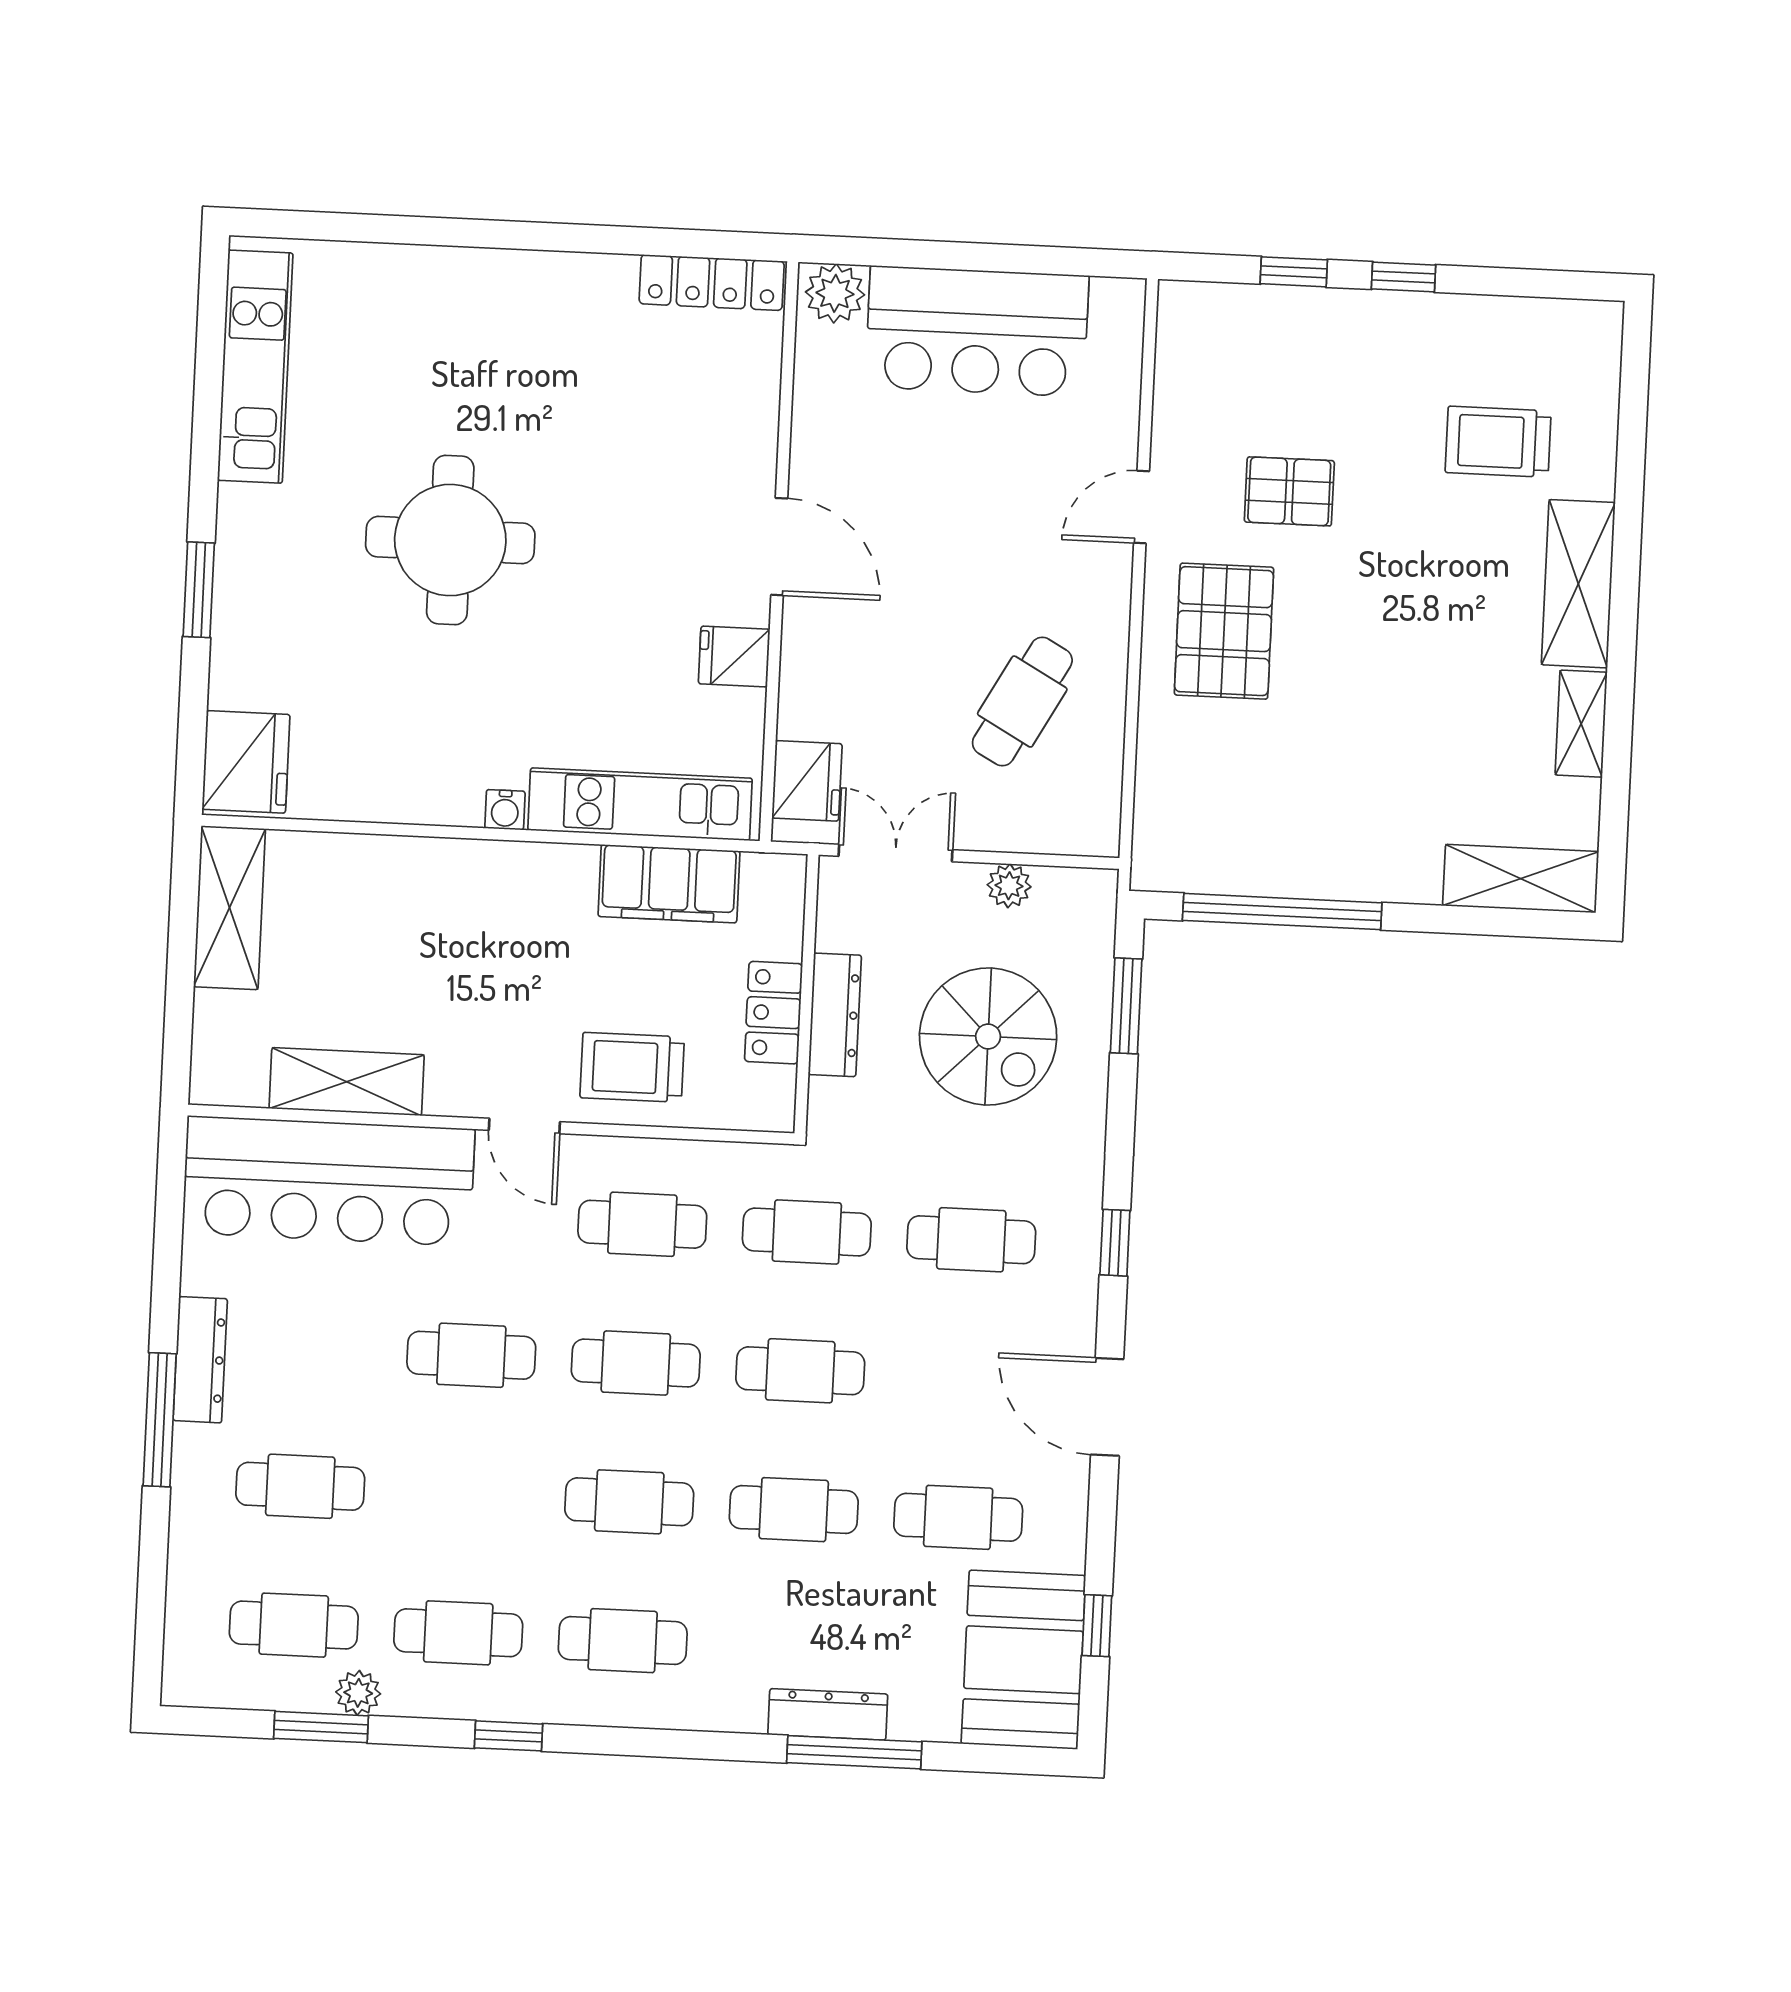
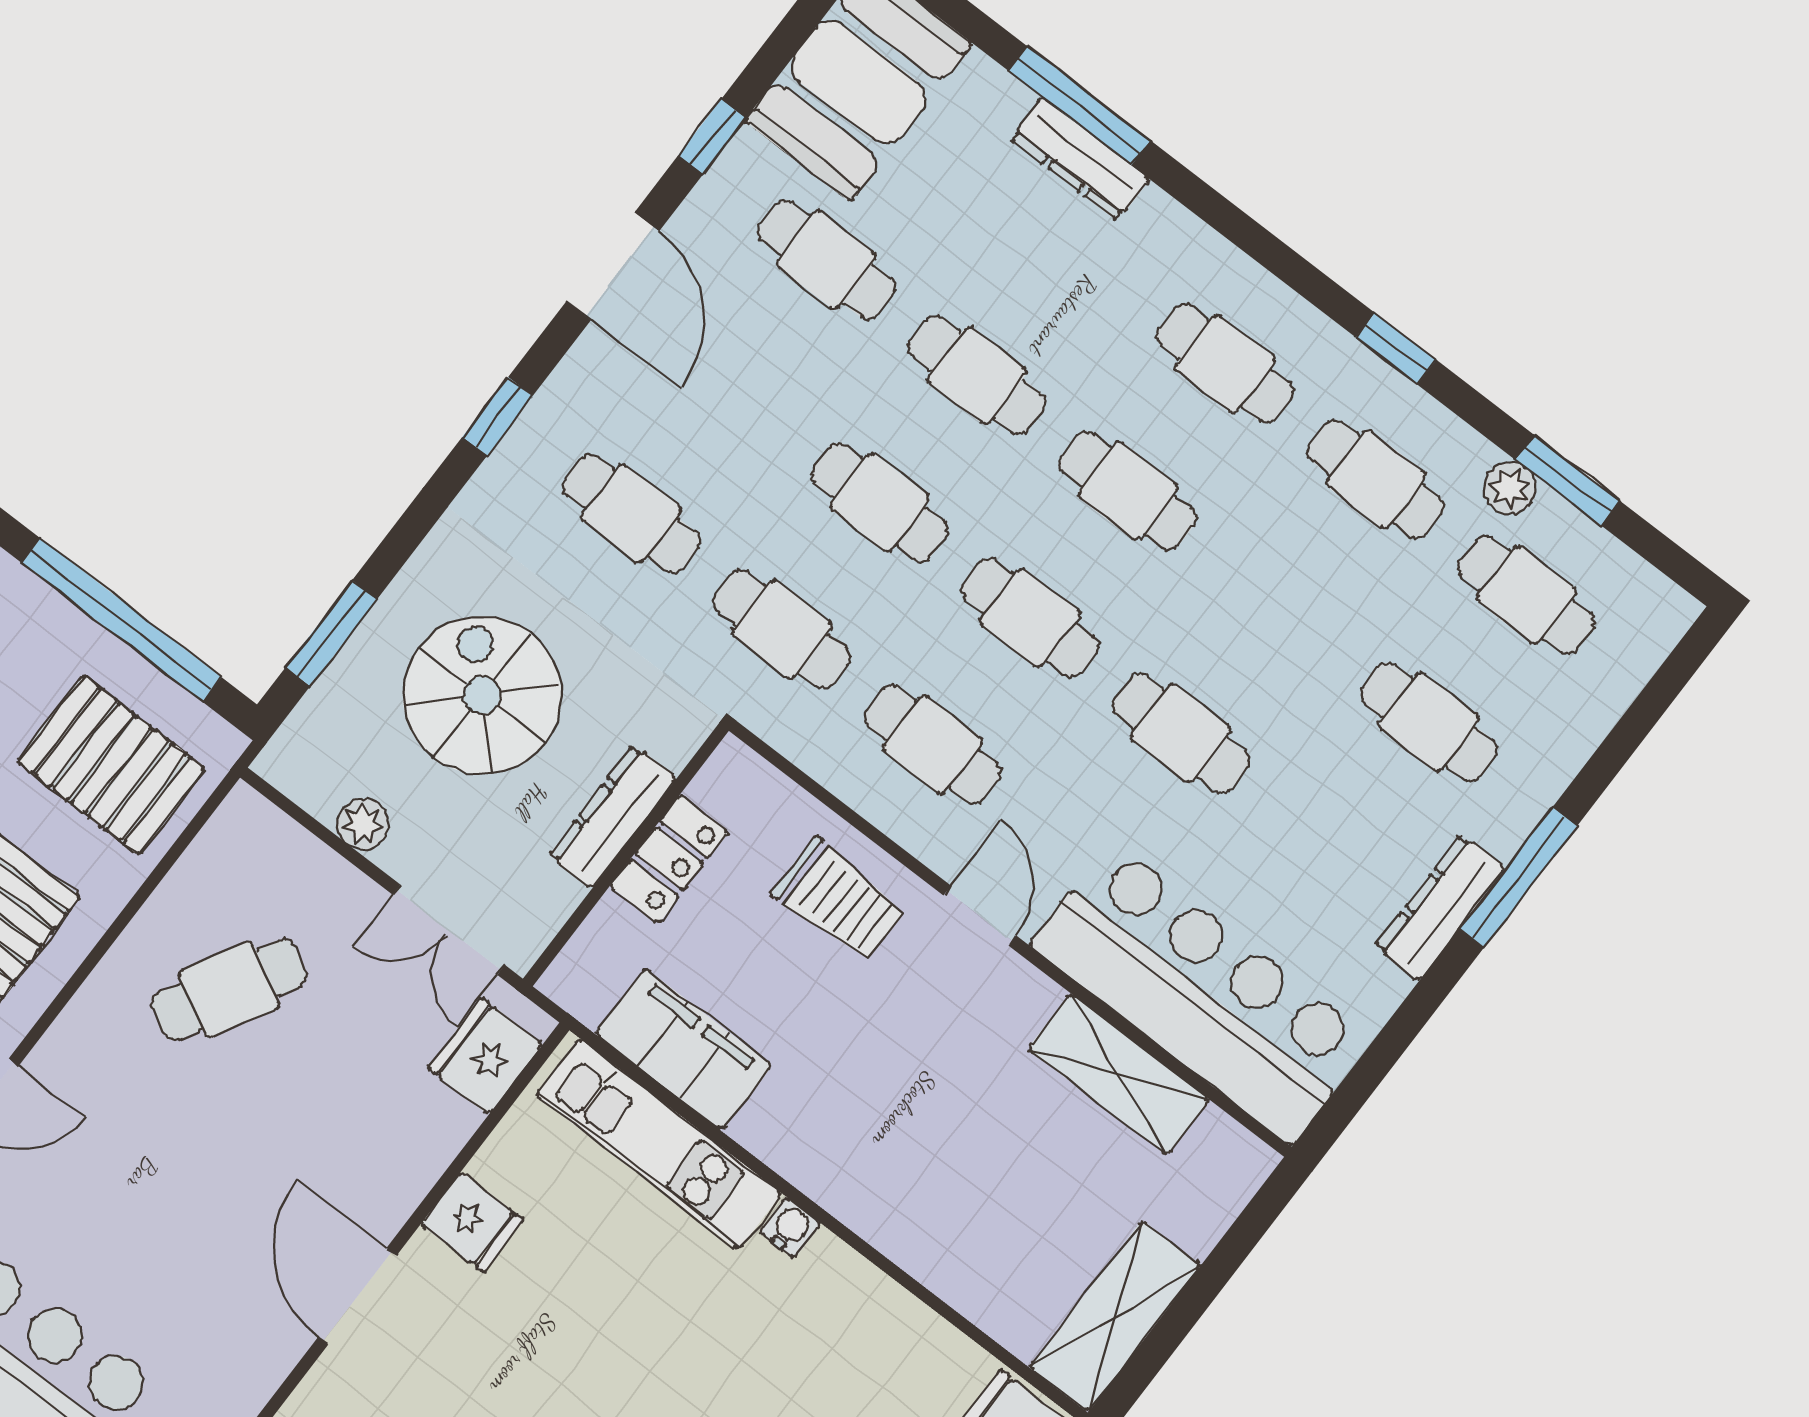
pallet: (1218, 803) -> (111, 765), added
window: (1097, 1626) -> (712, 137), moved

